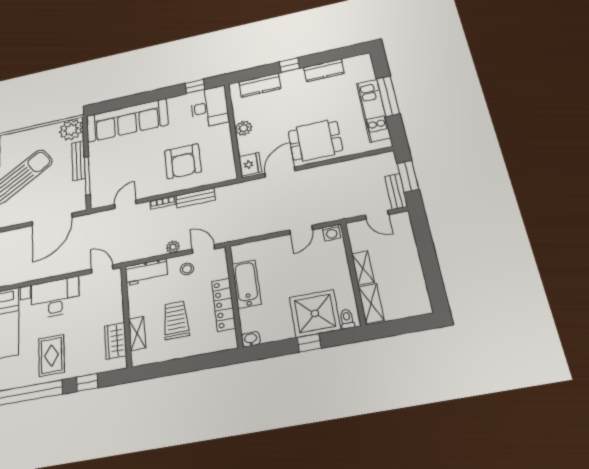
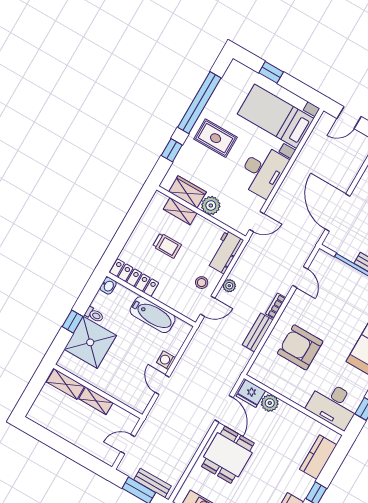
plant: (243, 128) -> (270, 403), moved
bench: (396, 191) -> (153, 483), moved
washing machine: (331, 233) -> (166, 360), moved
locker: (224, 305) -> (134, 278), moved
plant: (114, 314) -> (211, 205), added
toilet: (347, 319) -> (94, 315), moved
trolley: (176, 320) -> (167, 246), width x0.73, depth x0.72

